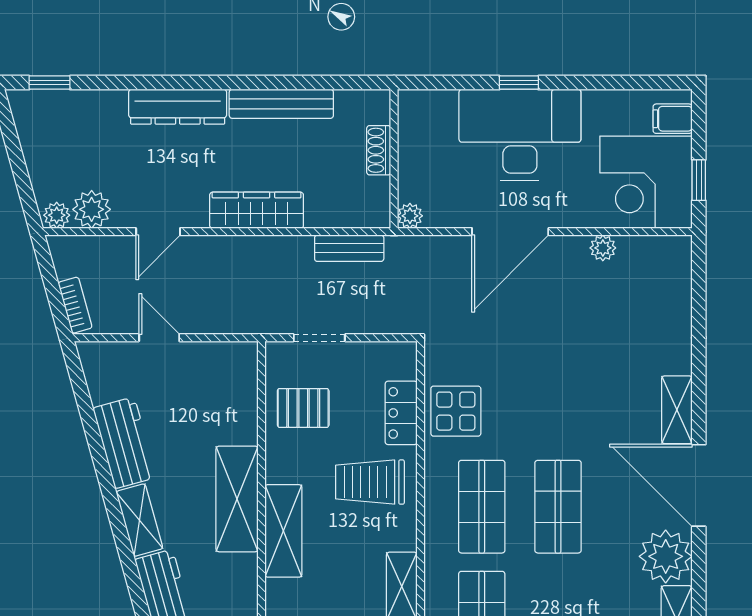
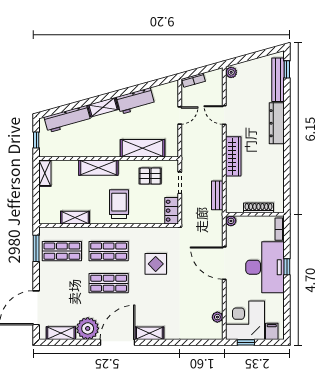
bookcase: (429, 100) -> (280, 229), added
bench: (281, 104) -> (278, 80), moved
shoe rack: (379, 150) -> (259, 208), width x1.43
plant: (92, 209) -> (234, 87), removed
plant: (603, 248) -> (217, 317), moved
pallet: (303, 408) -> (150, 176), turned 90
display table: (456, 411) -> (156, 264), moved
locker: (401, 413) -> (172, 211), moved, turned -90
shelving: (237, 499) -> (143, 148), moved

